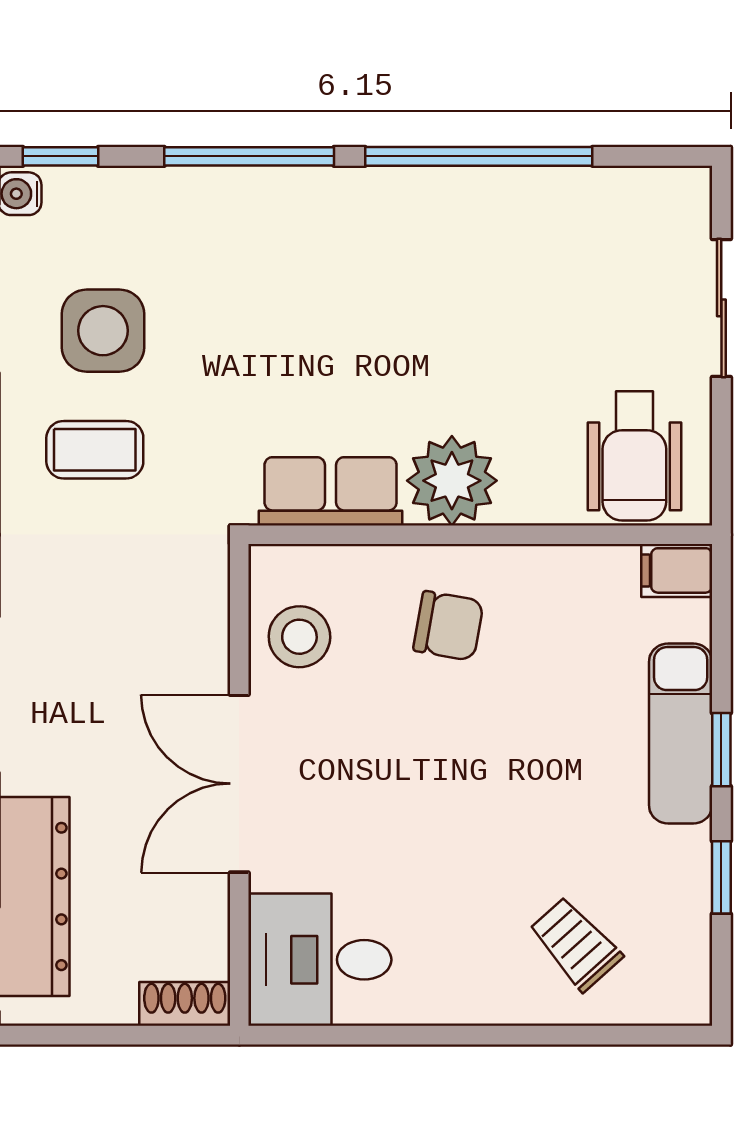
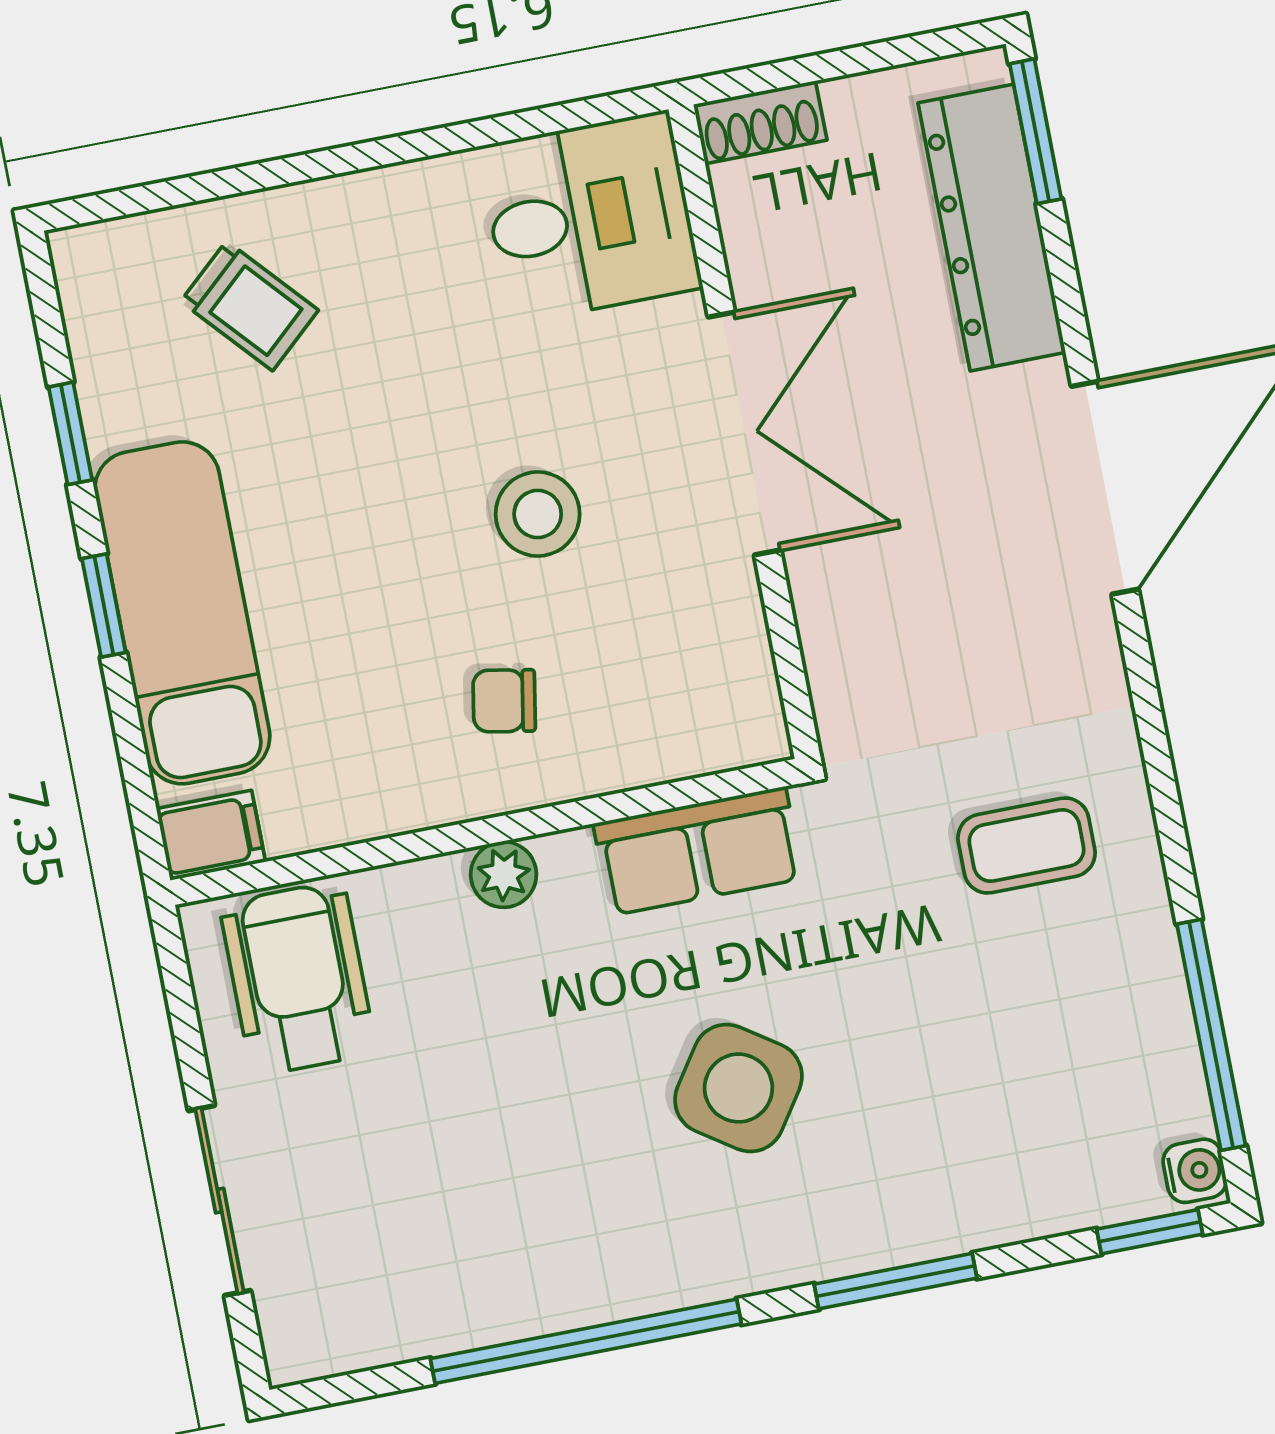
window: (249, 156) -> (895, 1281), width x0.69
side table: (103, 331) -> (738, 1088), moved, turned 34
plant: (452, 481) -> (504, 875), width x0.53, depth x0.53
chair: (448, 626) -> (504, 701), width x0.73, depth x0.73
stool: (299, 637) -> (538, 514), moved
exam couch: (681, 733) -> (182, 613), width x1.36, depth x1.45

